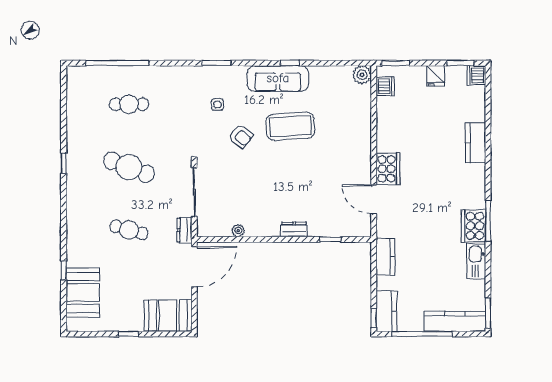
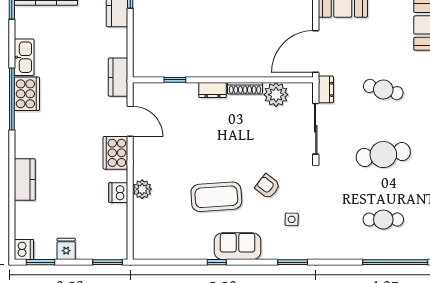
plant: (362, 75) -> (142, 189), moved
sofa: (278, 78) -> (238, 246), width x0.73
dishwasher: (385, 86) -> (118, 193), moved
cafe table: (129, 167) -> (383, 155), turned -30
window: (488, 221) -> (12, 99), width x1.46
plant: (238, 231) -> (276, 95), width x1.88, depth x1.88
shoe rack: (263, 231) -> (245, 88), added
kitchen counter: (385, 257) -> (118, 77), moved

